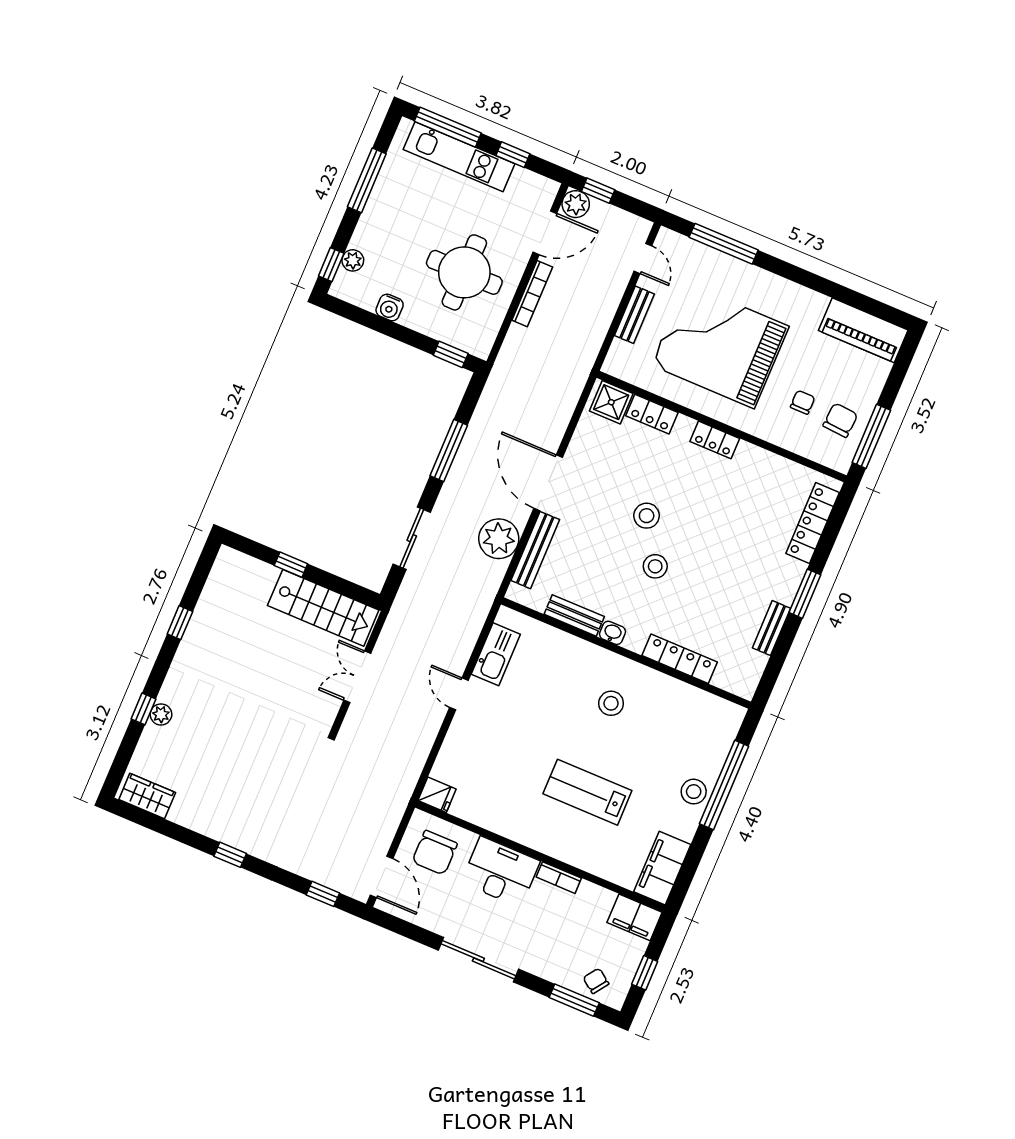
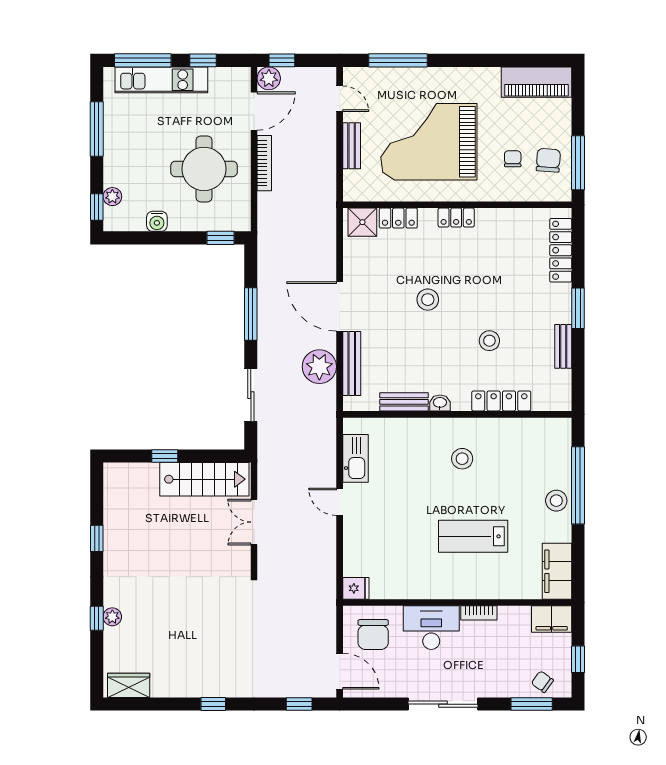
stool: (655, 566) -> (489, 341), moved

